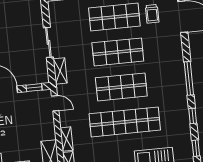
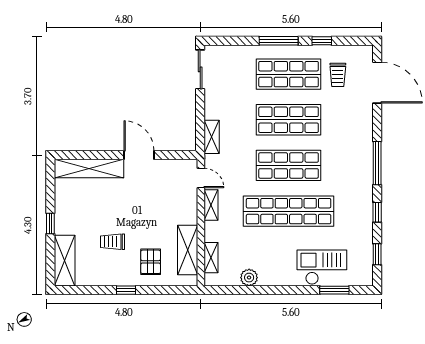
sliding door: (48, 42) -> (200, 69), moved
window: (34, 88) -> (176, 155), removed
shelving: (67, 139) -> (211, 205), moved

